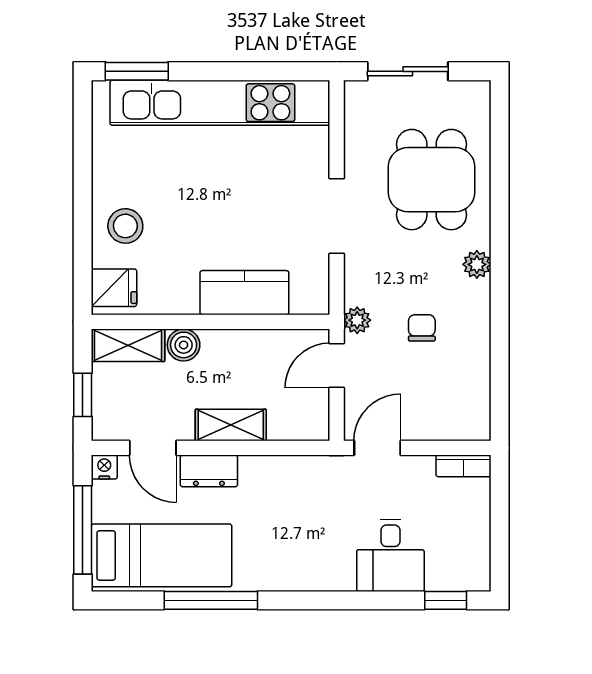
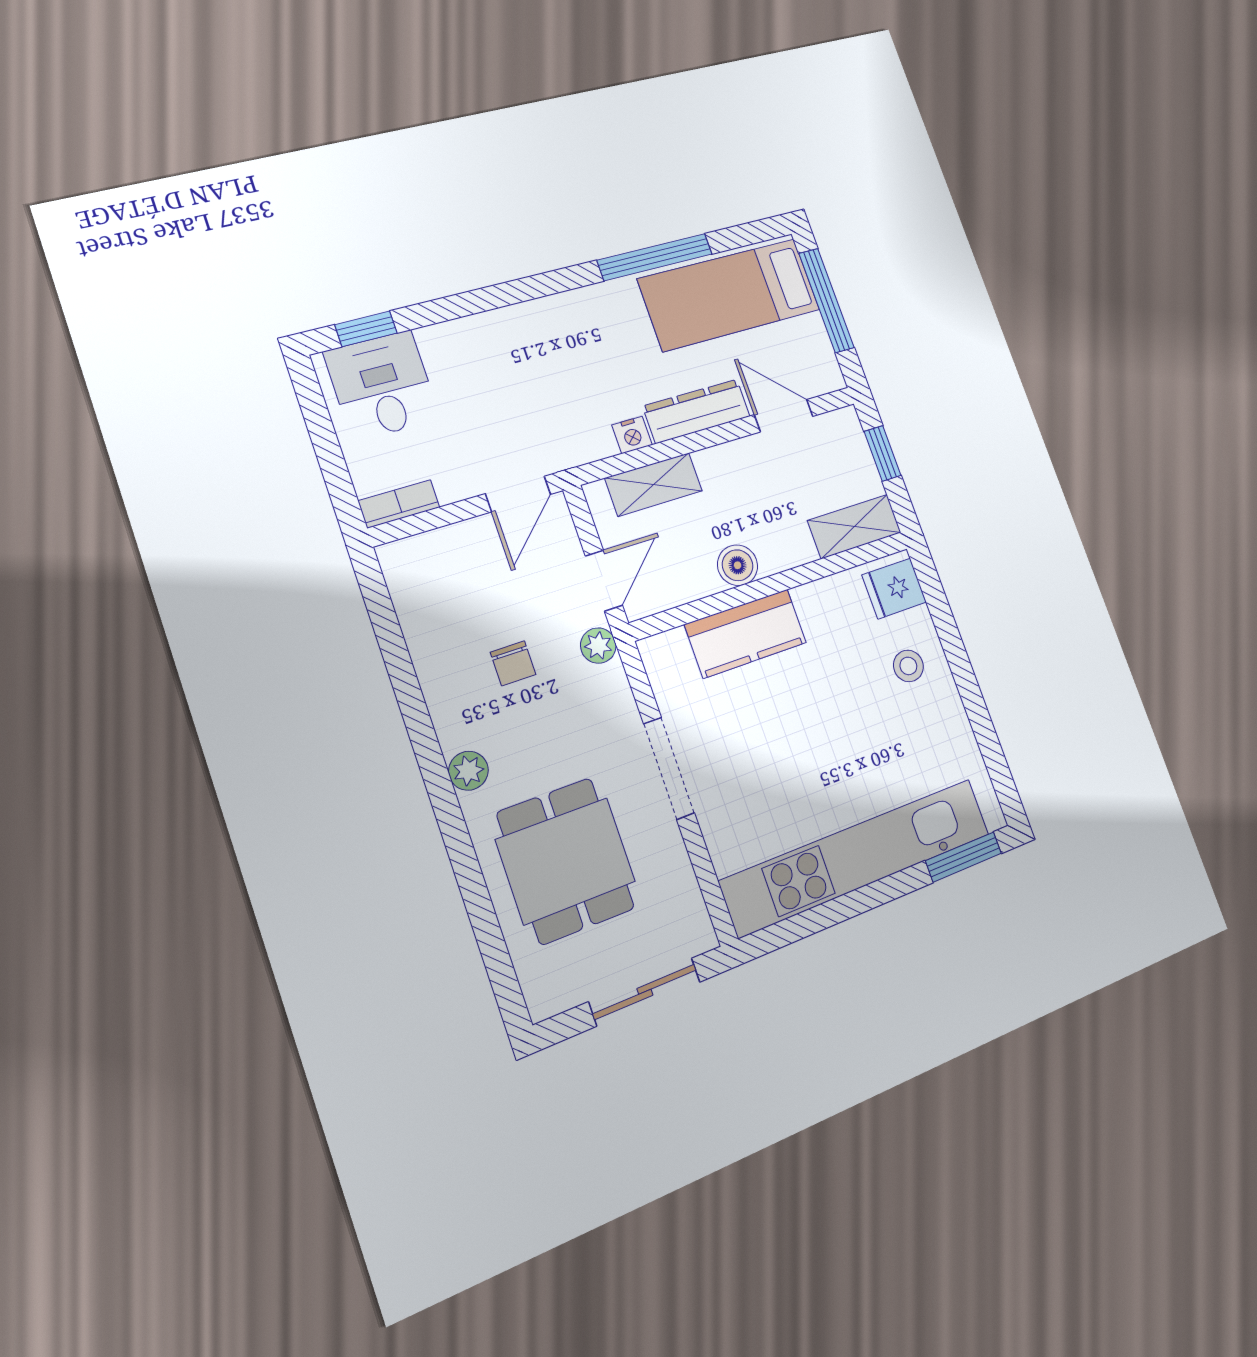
stool: (125, 226) -> (908, 666), width x0.73, depth x0.73
boiler: (184, 345) -> (738, 565), moved
shelving: (231, 425) -> (654, 484), moved
nightstand: (104, 467) -> (632, 435), moved
dresser: (209, 471) -> (697, 411), width x1.44
desk: (390, 555) -> (382, 385), moved

